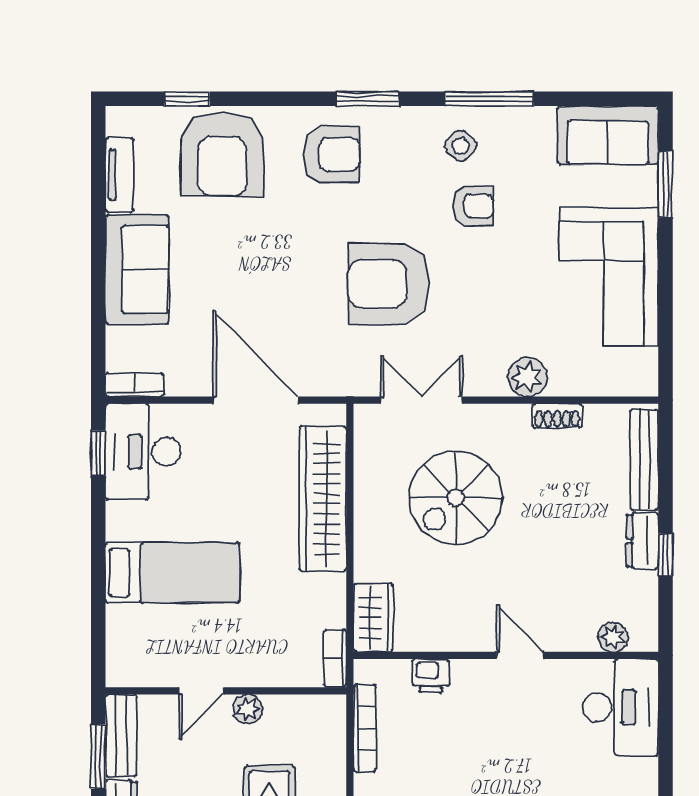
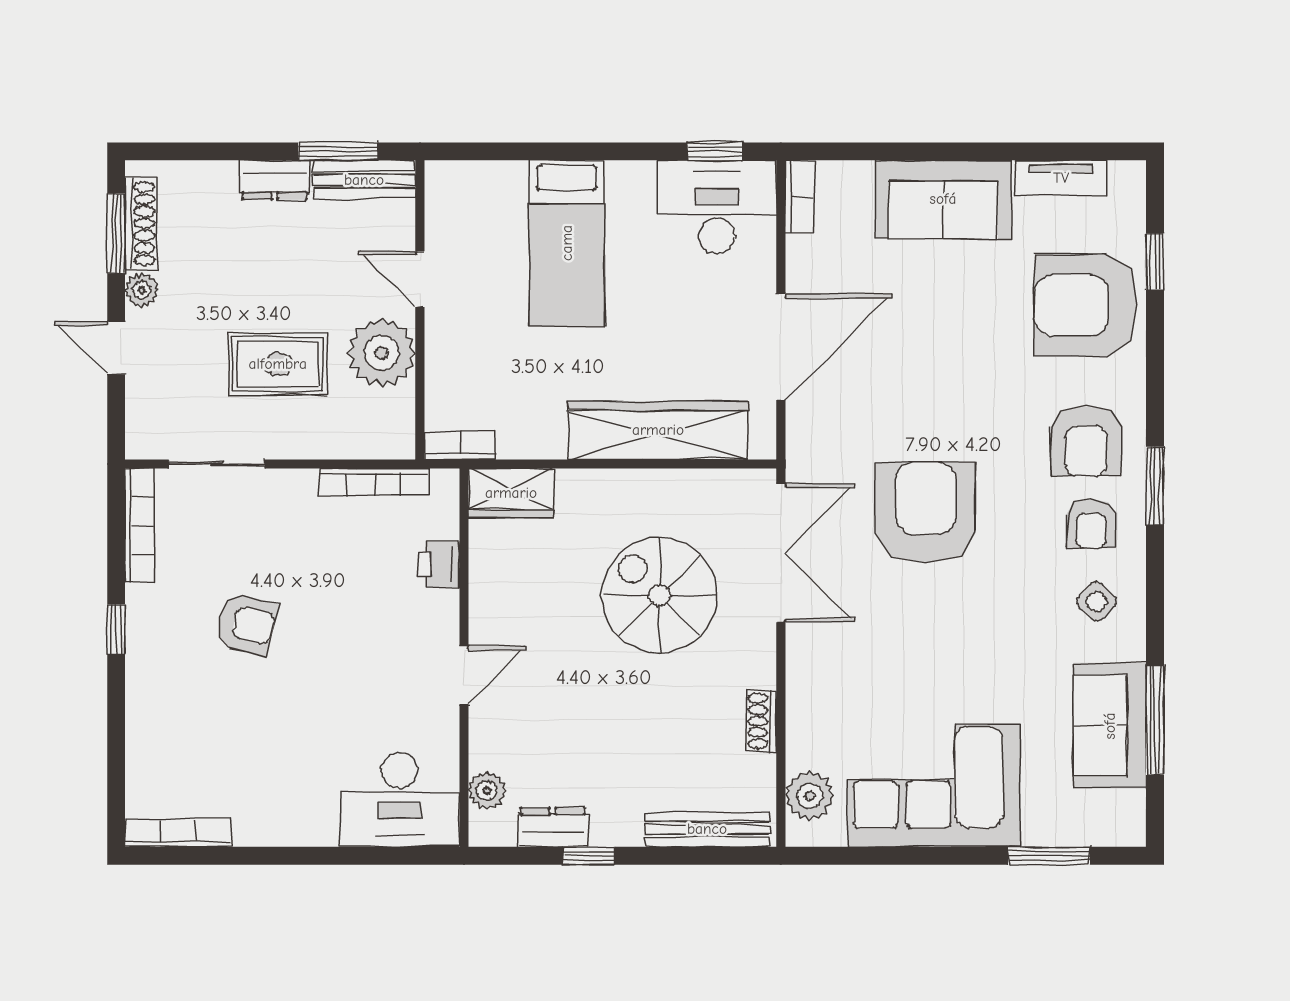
window: (489, 99) -> (1155, 720), moved
sofa: (608, 135) -> (1110, 726), moved
armchair: (473, 206) -> (1091, 524), moved
plant: (527, 377) -> (810, 796), moved
double door: (422, 400) -> (781, 553), width x1.37
dresser: (643, 541) -> (553, 827), moved
plant: (248, 709) -> (382, 353), width x1.87, depth x1.87

